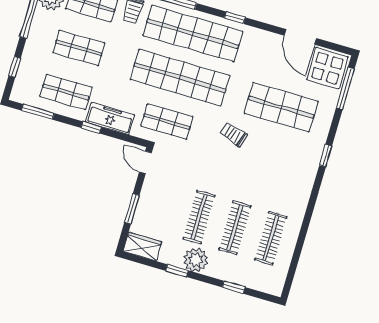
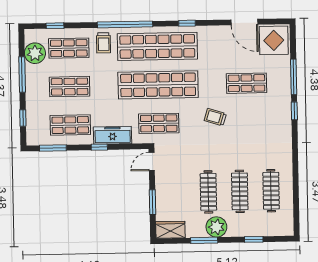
window: (345, 88) -> (294, 77), moved
shop shelf: (281, 107) -> (247, 83), width x0.70, depth x0.74
door: (145, 162) -> (152, 161), hinge flipped
window: (177, 271) -> (204, 240), width x1.50

